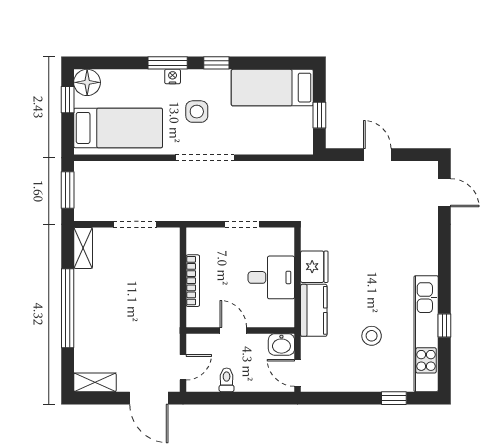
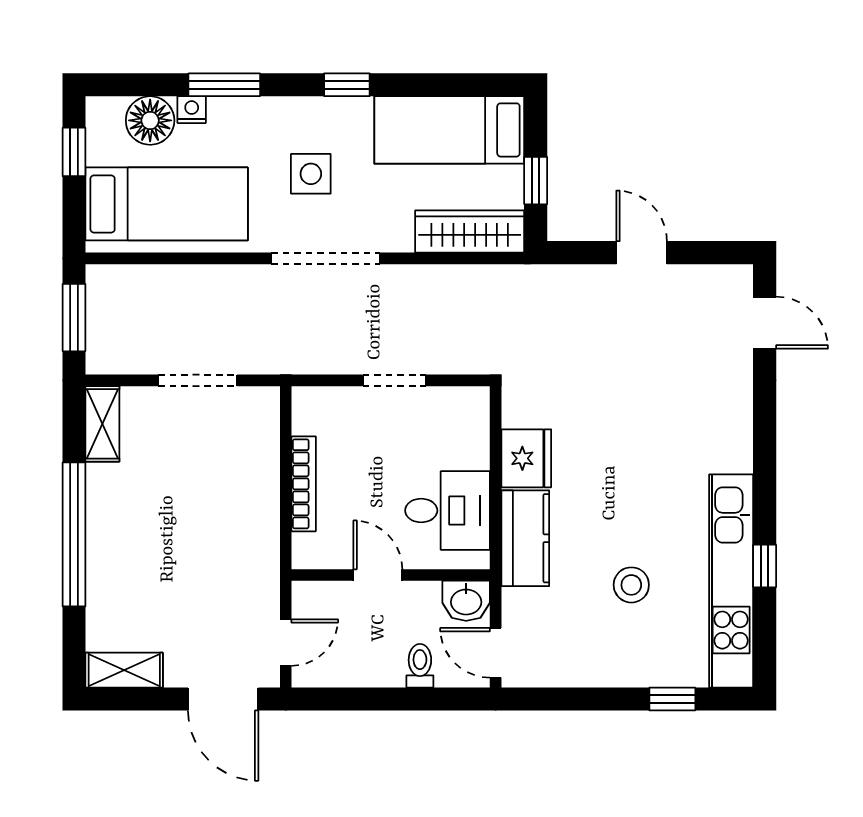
window: (168, 63) -> (224, 85), moved
nightstand: (173, 77) -> (192, 110), moved
floor lamp: (87, 82) -> (150, 120), moved
wardrobe: (283, 143) -> (470, 232), added
desk: (271, 277) -> (447, 511), moved
toilet: (227, 380) -> (420, 666), moved

